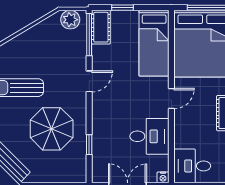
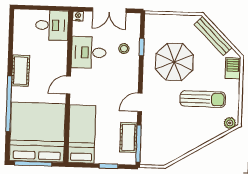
plant: (70, 20) -> (155, 157), removed
cot: (101, 27) -> (128, 137), moved
stool: (109, 142) -> (124, 49), added

